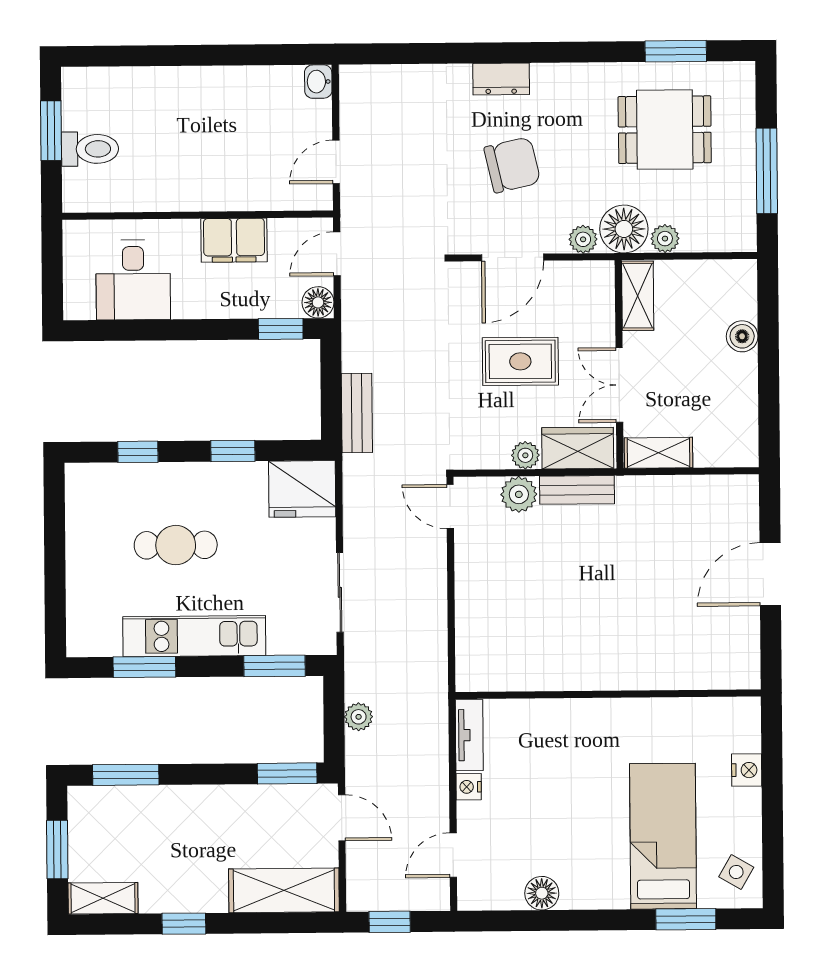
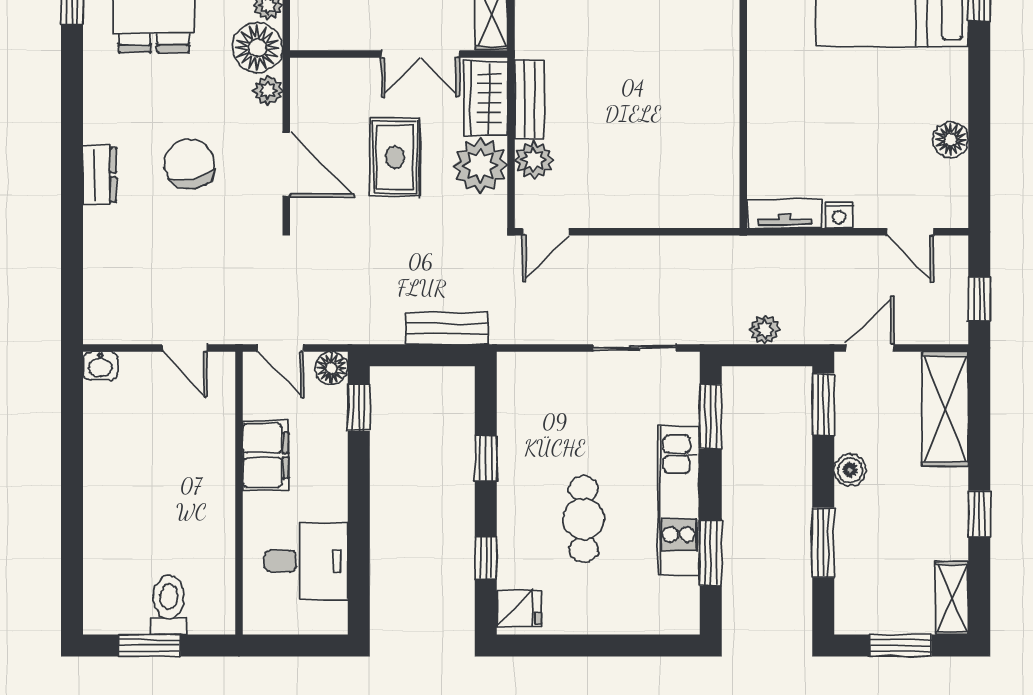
shelving: (638, 296) -> (327, 34), removed
plant: (525, 455) -> (480, 166), width x1.87, depth x1.87
fridge: (302, 489) -> (519, 608), moved, width x0.53, depth x0.75
window: (126, 775) -> (823, 542), moved
boiler: (225, 800) -> (850, 470), added

